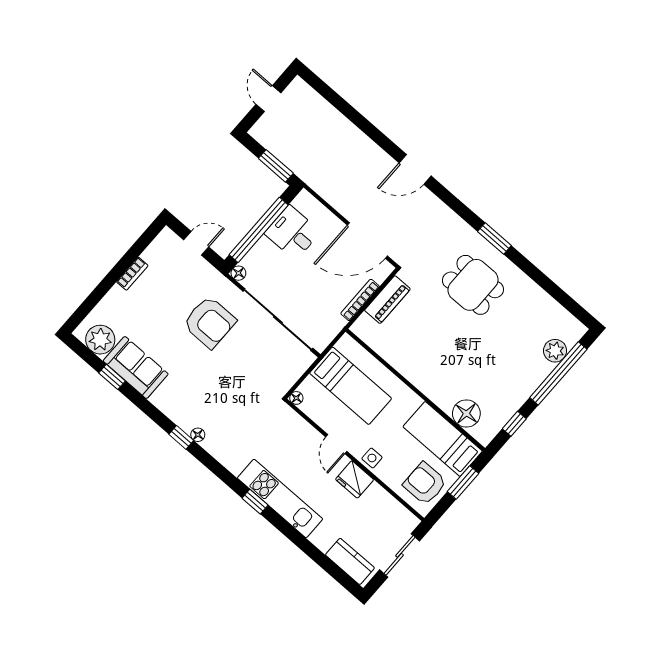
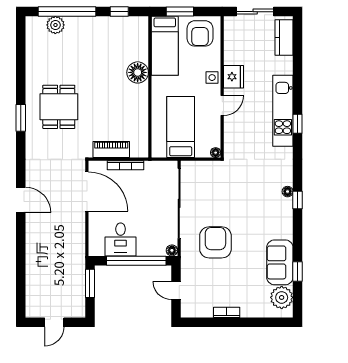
floor lamp: (466, 413) -> (138, 72), moved

